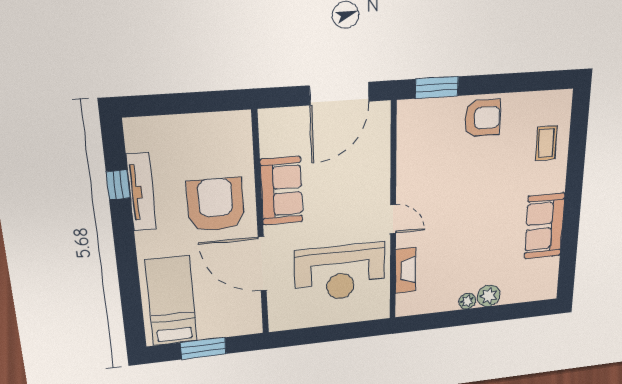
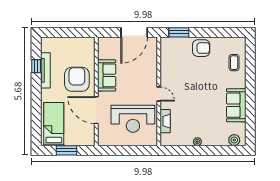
plant: (489, 296) -> (234, 140), moved

